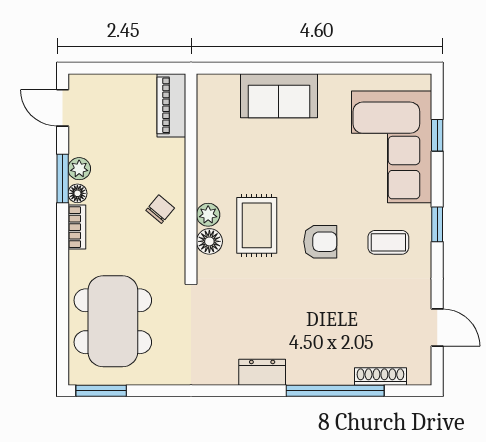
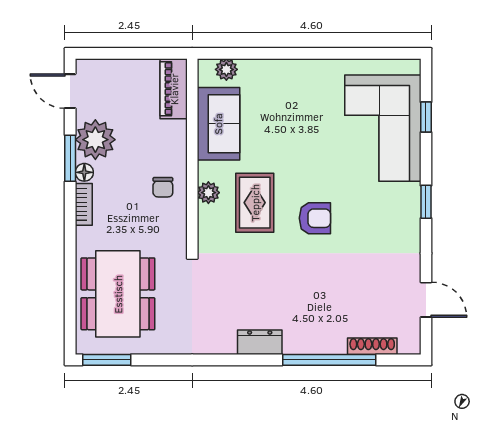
plant: (227, 85) -> (226, 69), added
sofa: (279, 96) -> (218, 124), moved, turned -90
plant: (79, 169) -> (95, 140), width x1.88, depth x1.88
chair: (160, 209) -> (163, 187), turned 140
floor lamp: (209, 241) -> (210, 218), removed
coffee table: (388, 242) -> (380, 219), removed

